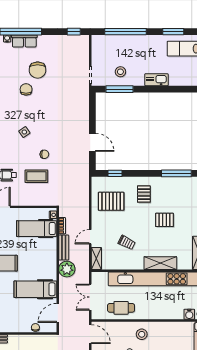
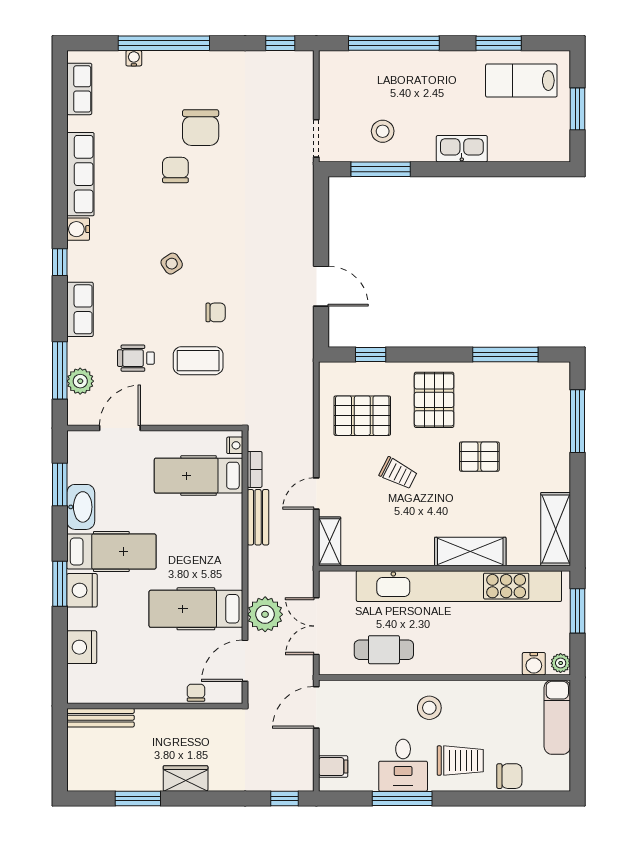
row of seats: (24, 41) -> (172, 64), removed
pallet: (144, 194) -> (434, 400), width x1.50, depth x1.42
trolley: (127, 243) -> (398, 473), moved
plant: (67, 269) -> (265, 614), moved
door: (90, 334) -> (316, 707), swing flipped

